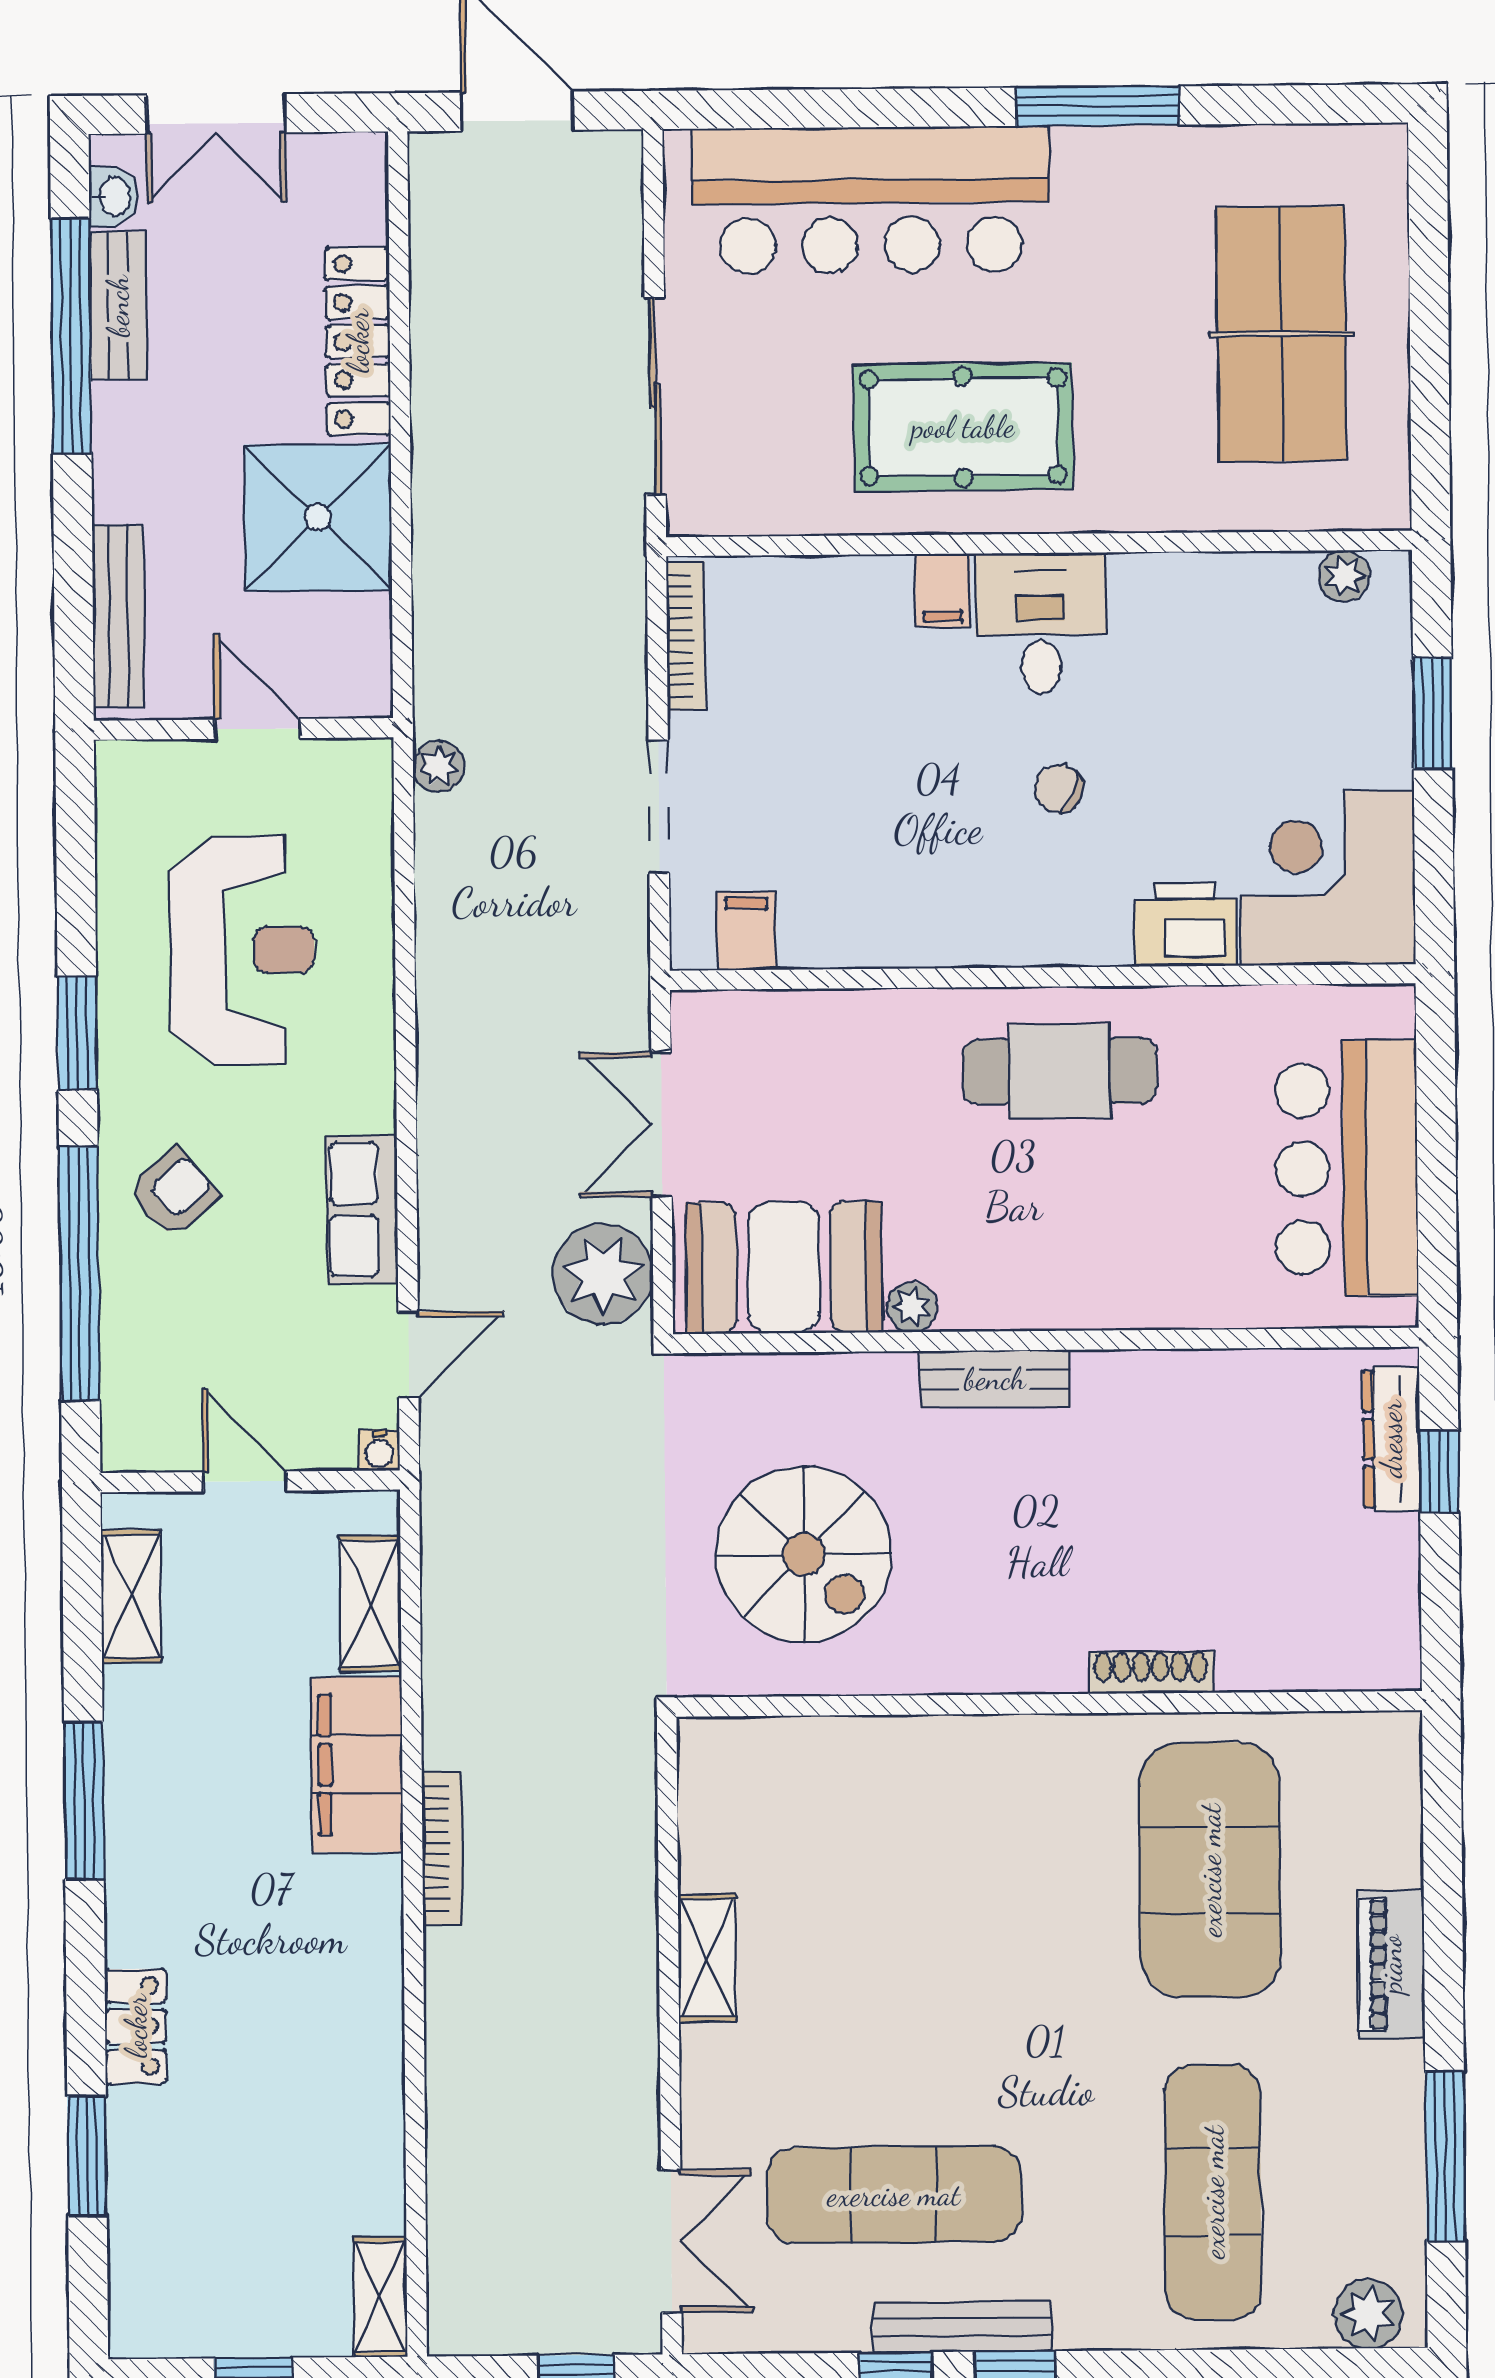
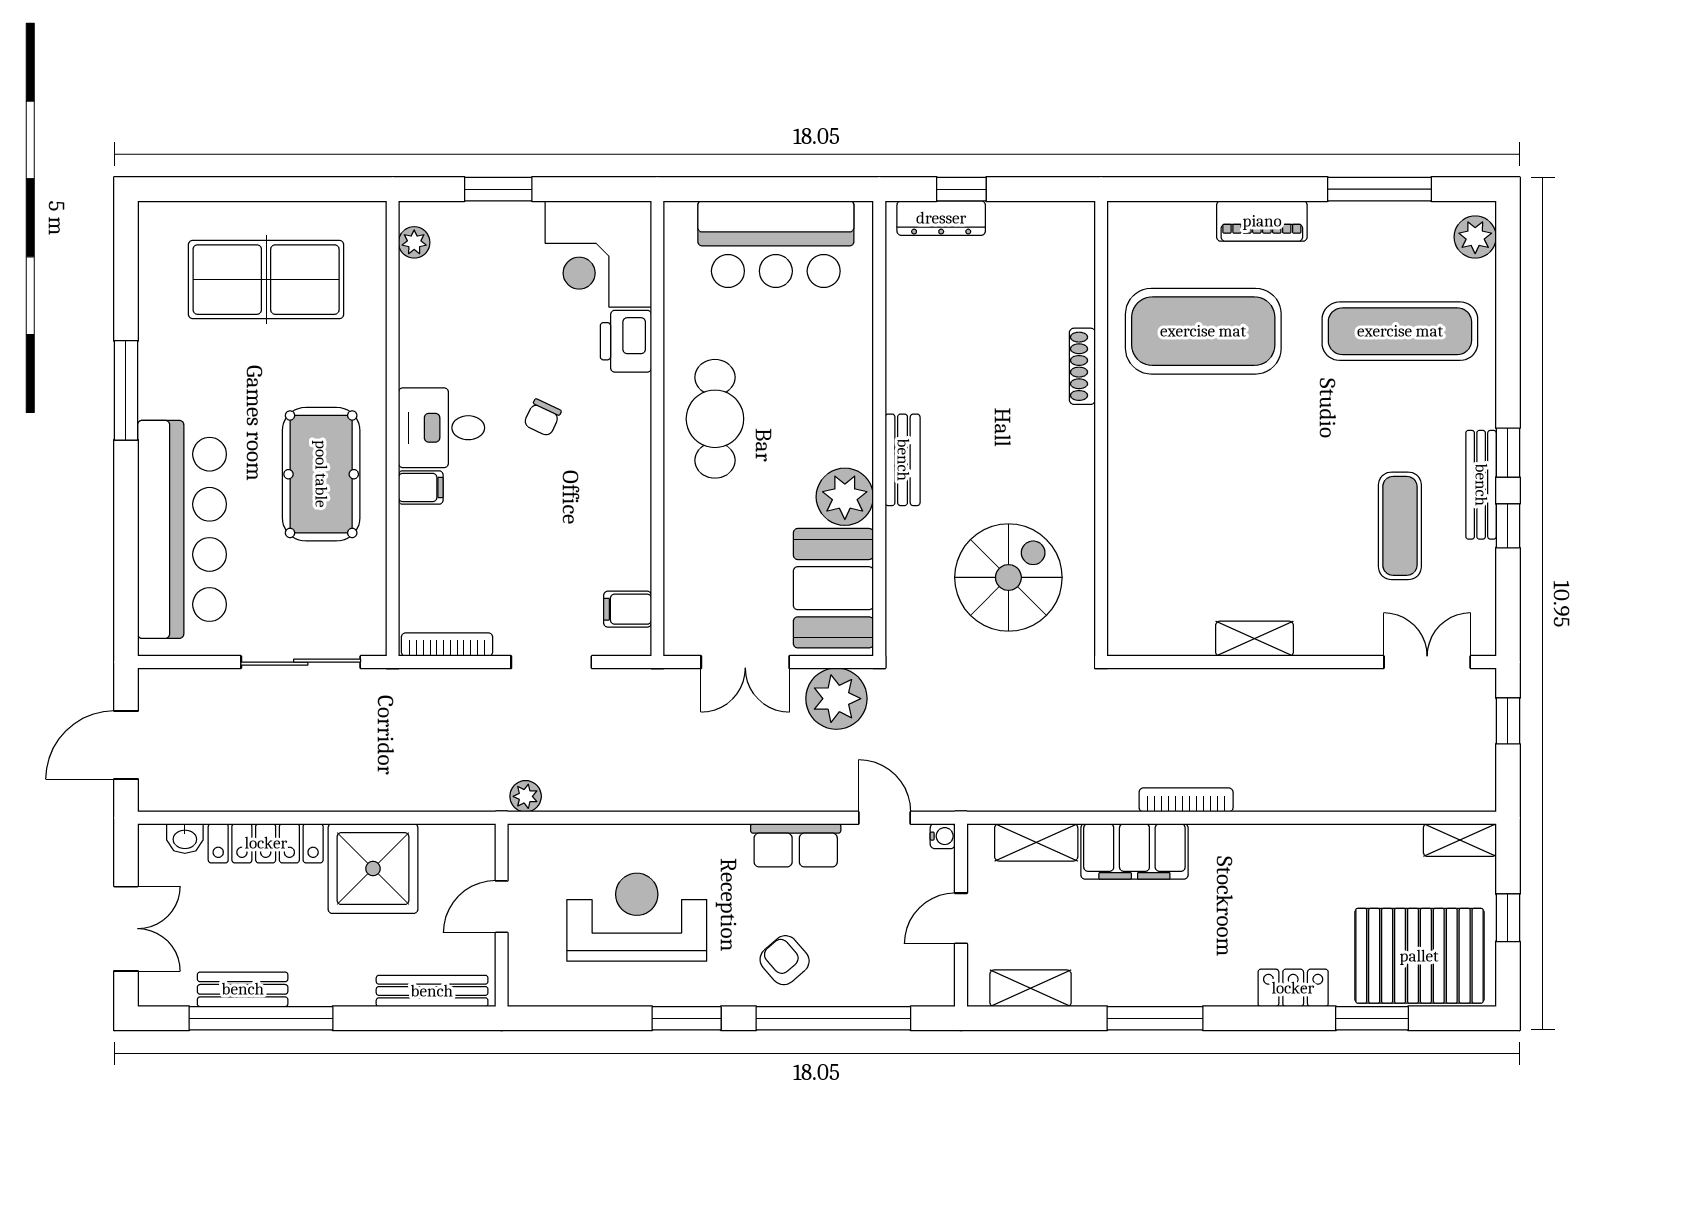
washbasin: (113, 196) -> (185, 838), moved, turned 180
plant: (912, 1307) -> (845, 497), width x1.88, depth x1.88
exercise mat: (894, 2195) -> (1400, 526), width x0.73, depth x0.69
pallet: (190, 2233) -> (1419, 956), added

